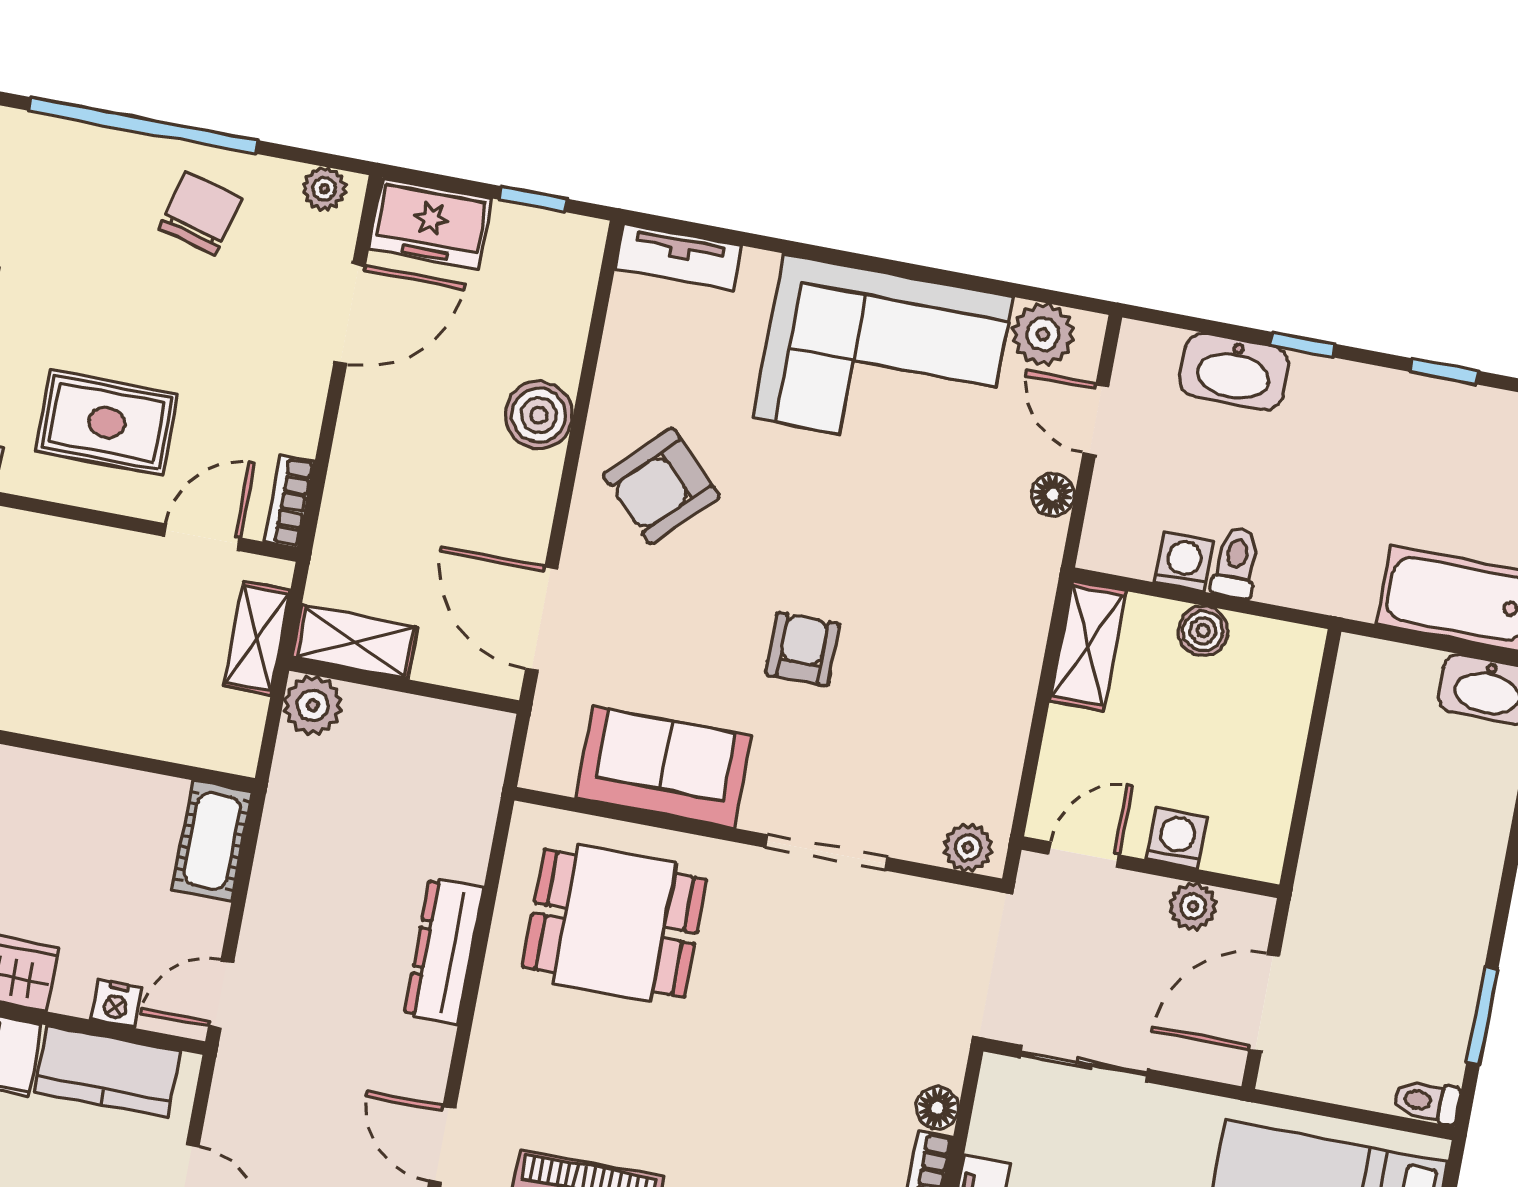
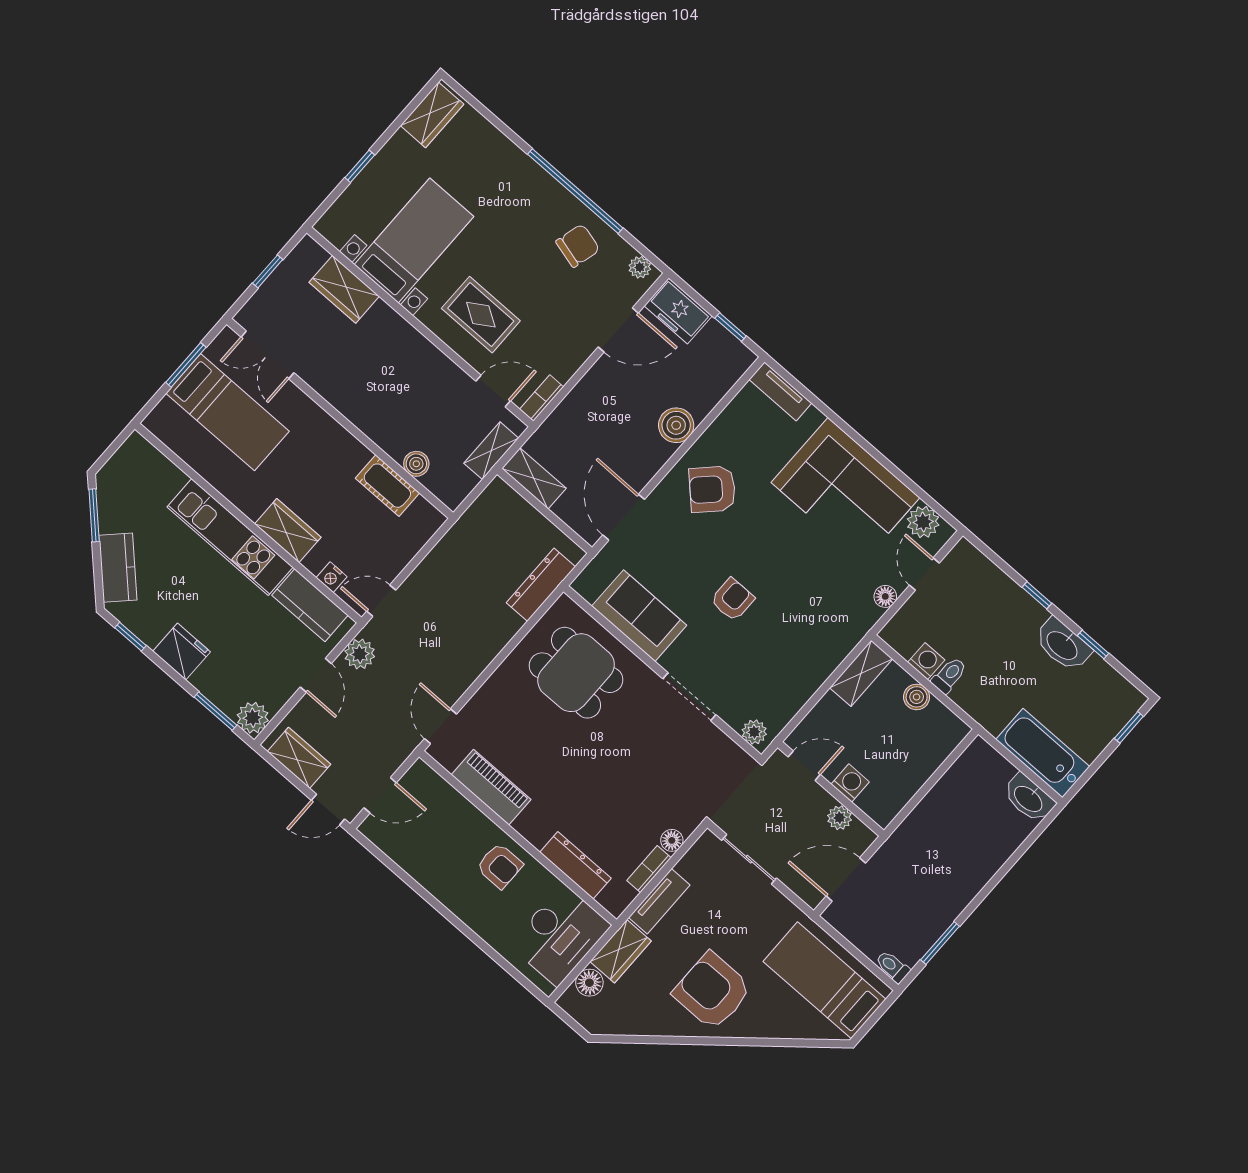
washbasin: (1234, 371) -> (1063, 645), moved
plant: (313, 705) -> (360, 654), moved
boiler: (146, 733) -> (416, 464), added
cot: (212, 841) -> (387, 486), moved, turned 90
dresser: (444, 951) -> (541, 585), moved

